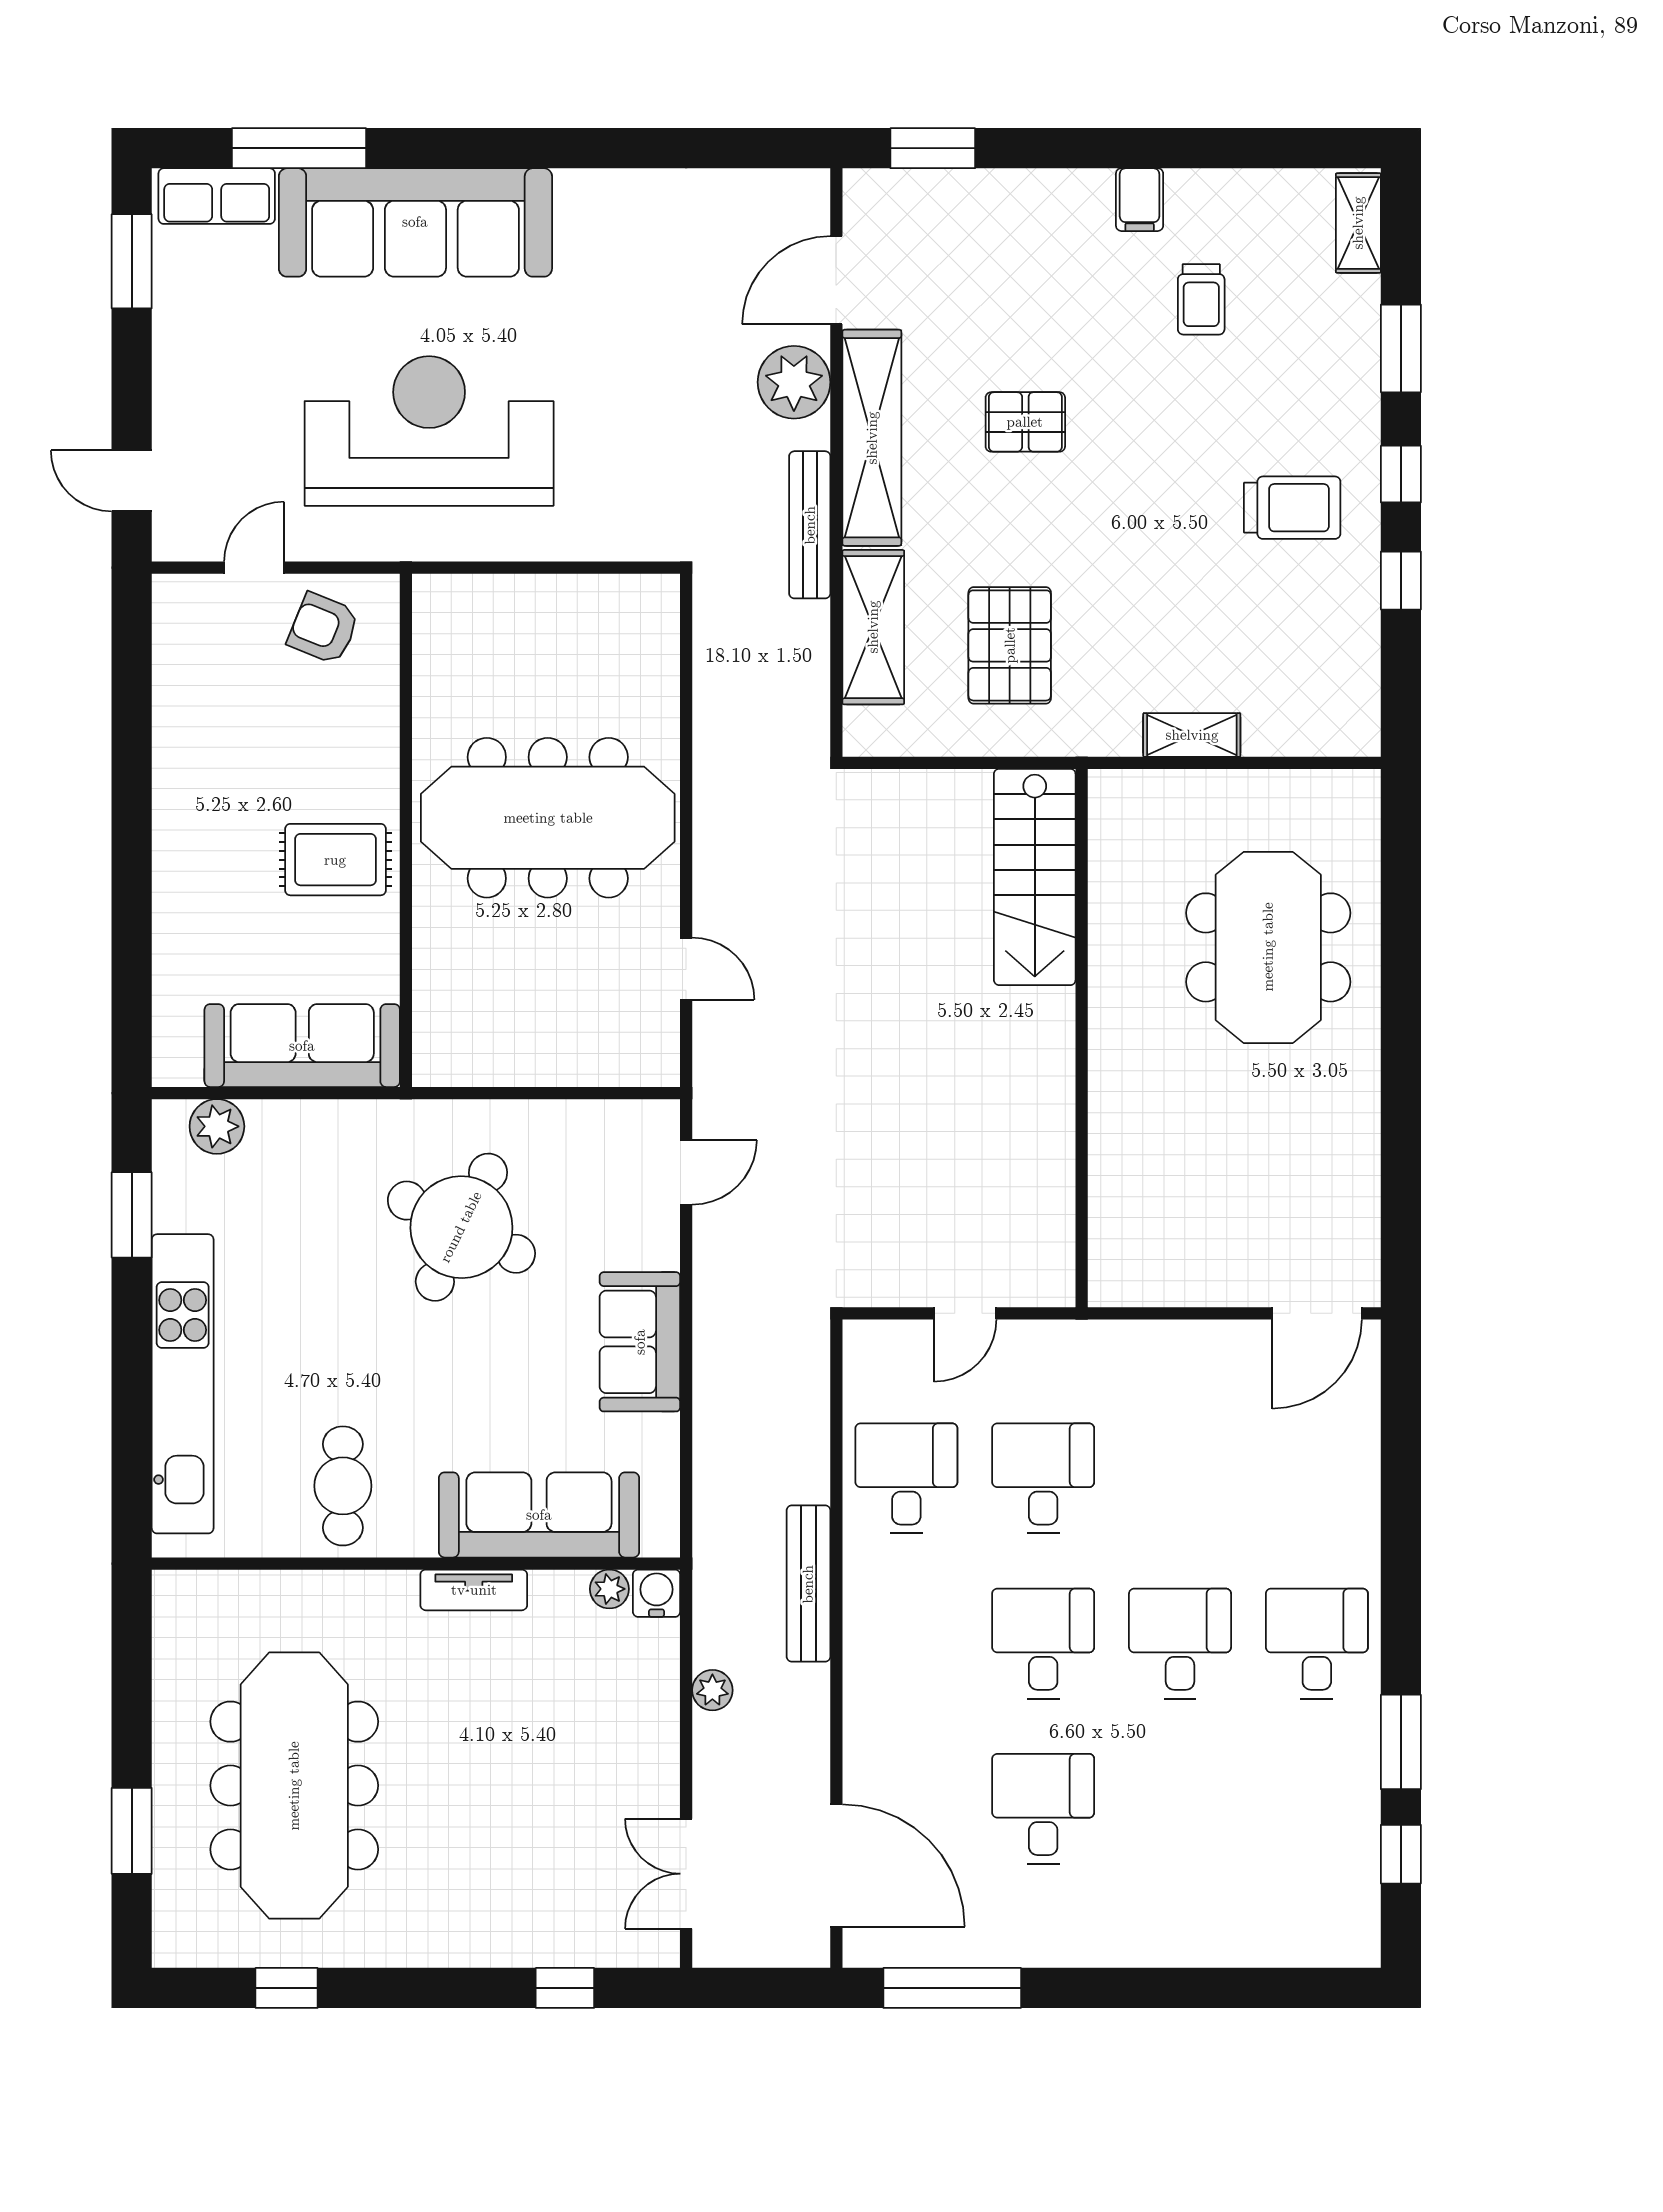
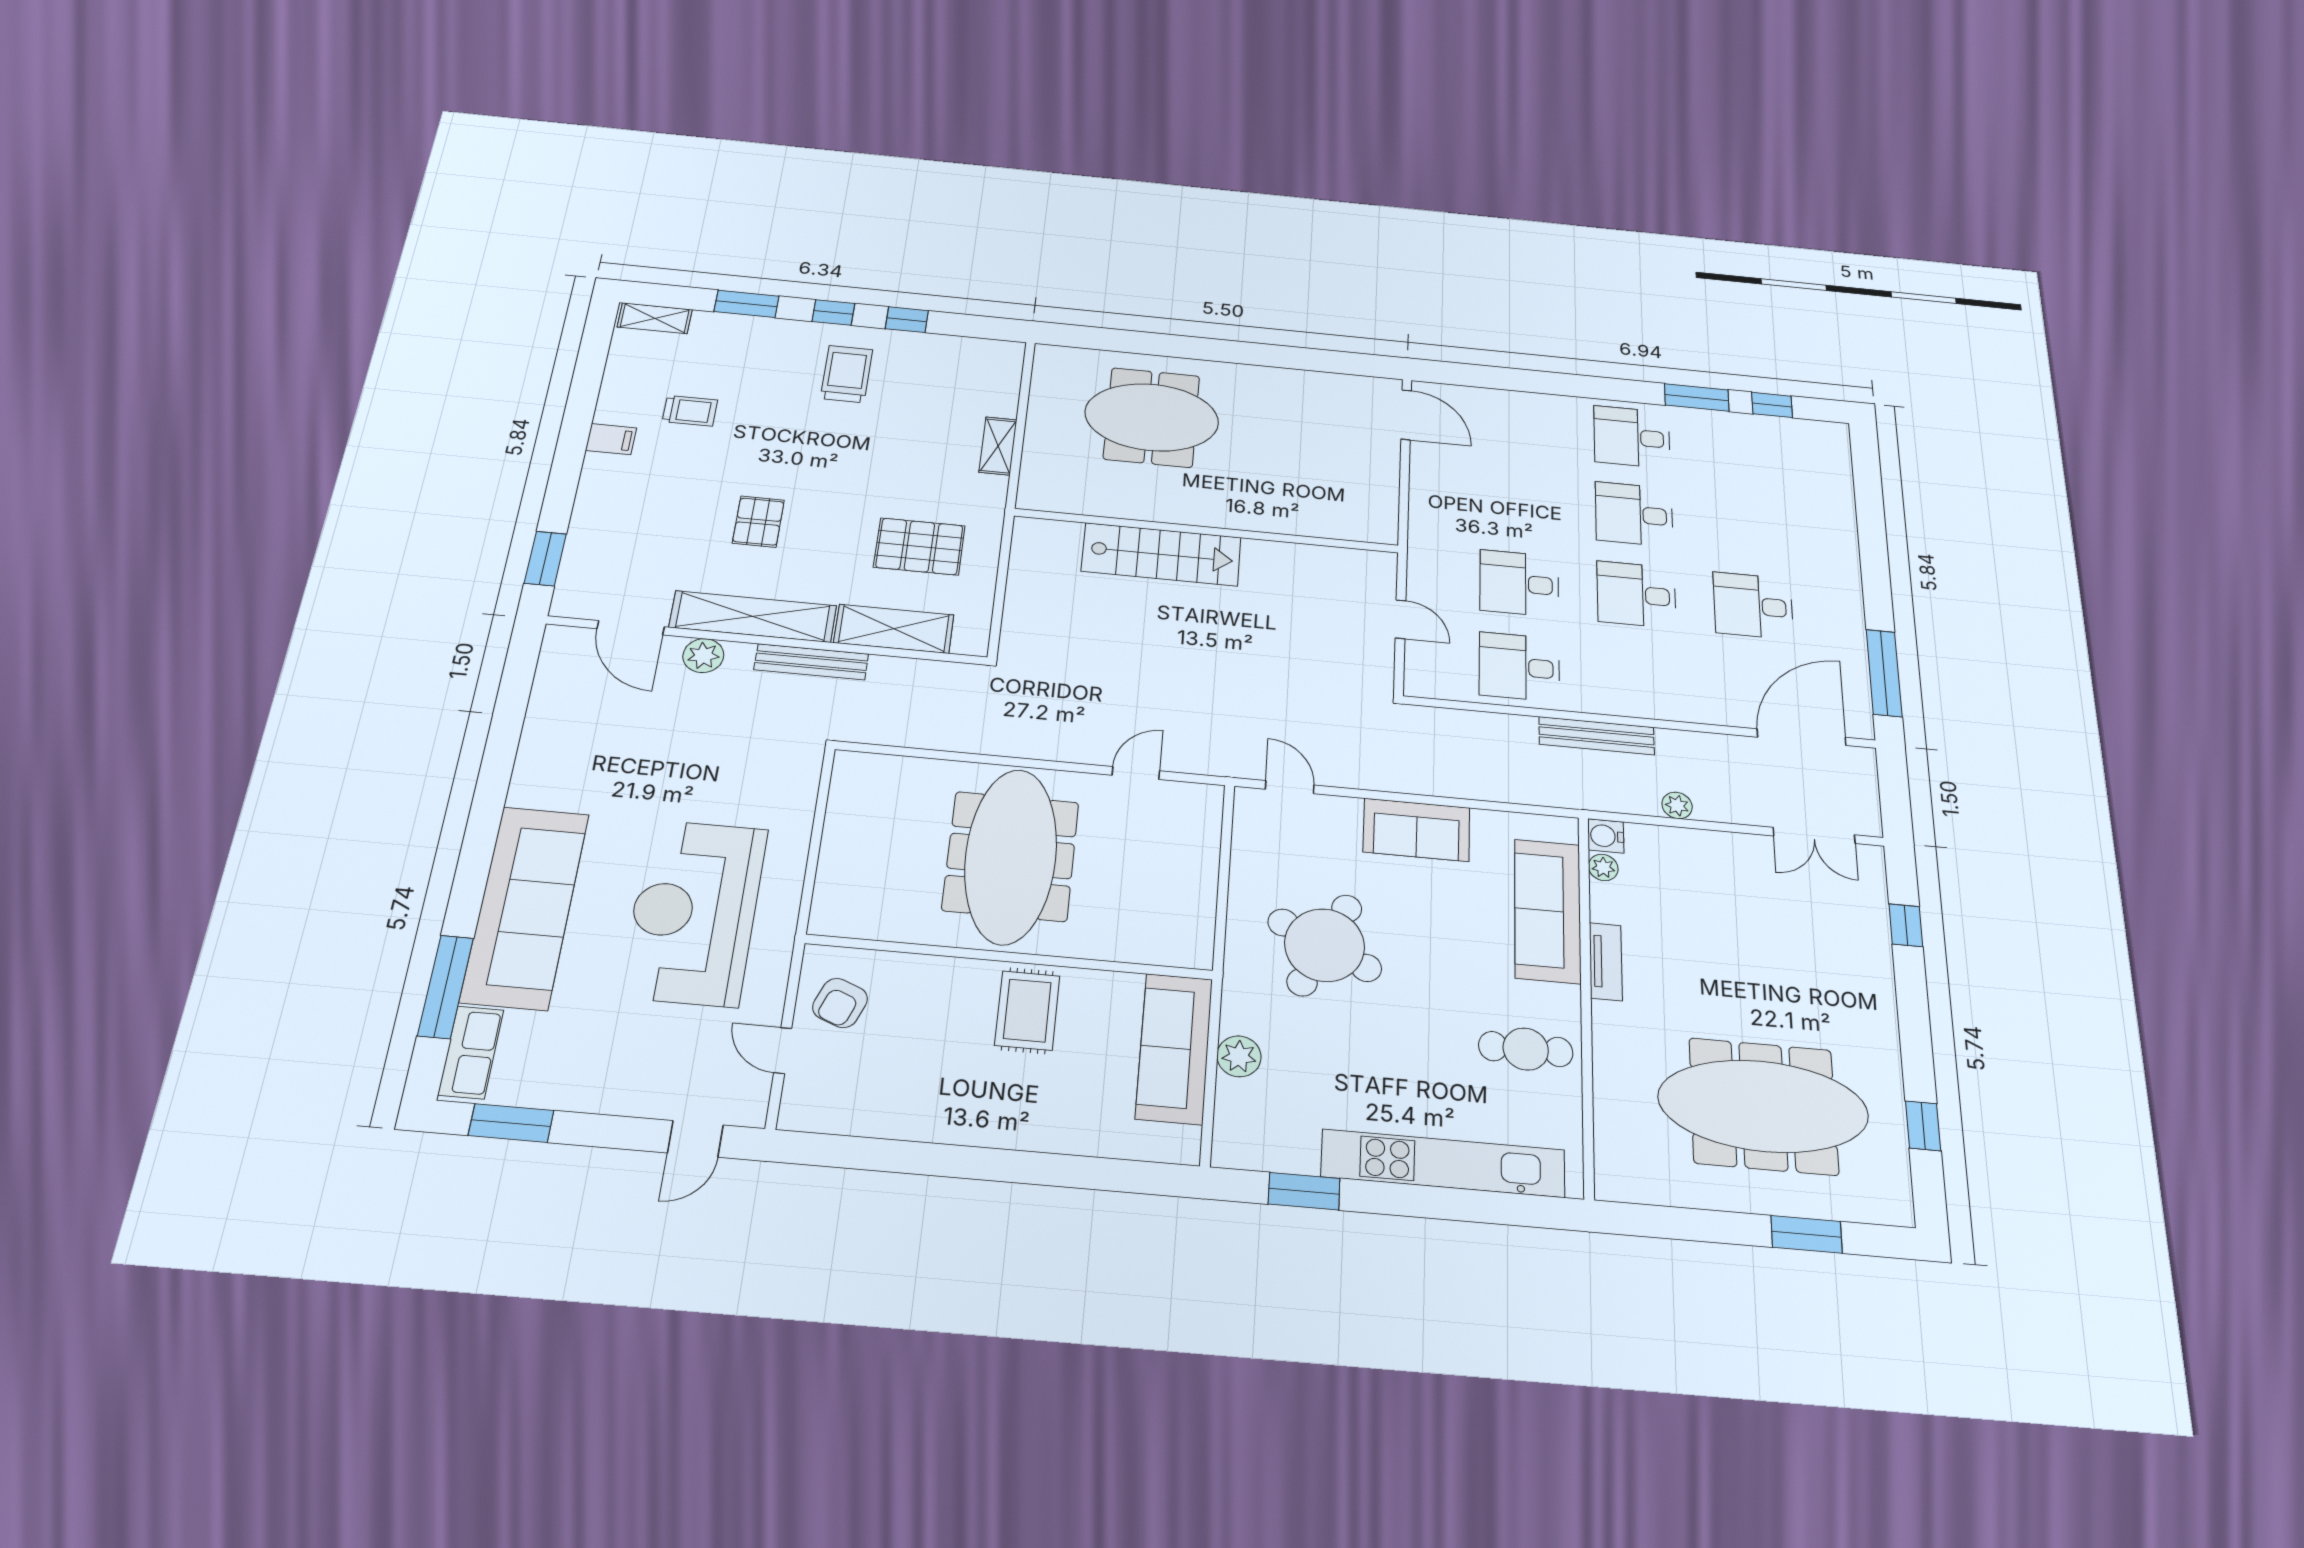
plant: (794, 382) -> (703, 656), width x0.73, depth x0.73
stairs: (1035, 877) -> (1161, 554), moved
plant: (217, 1126) -> (1239, 1056), moved

